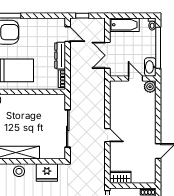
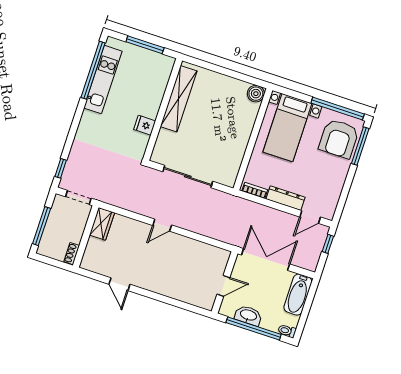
double door: (107, 55) -> (266, 259), width x1.37
washbasin: (150, 67) -> (248, 315), moved
plant: (150, 87) -> (207, 301), removed
stool: (19, 171) -> (153, 95), removed
fridge: (47, 172) -> (145, 125), width x0.53, depth x0.75

